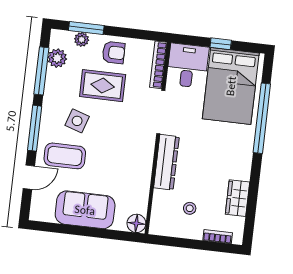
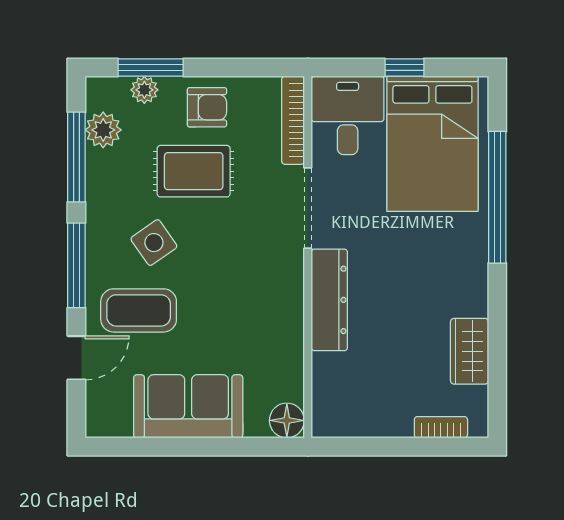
side table: (77, 121) -> (154, 243), turned 37
stool: (190, 208) -> (383, 381), removed

